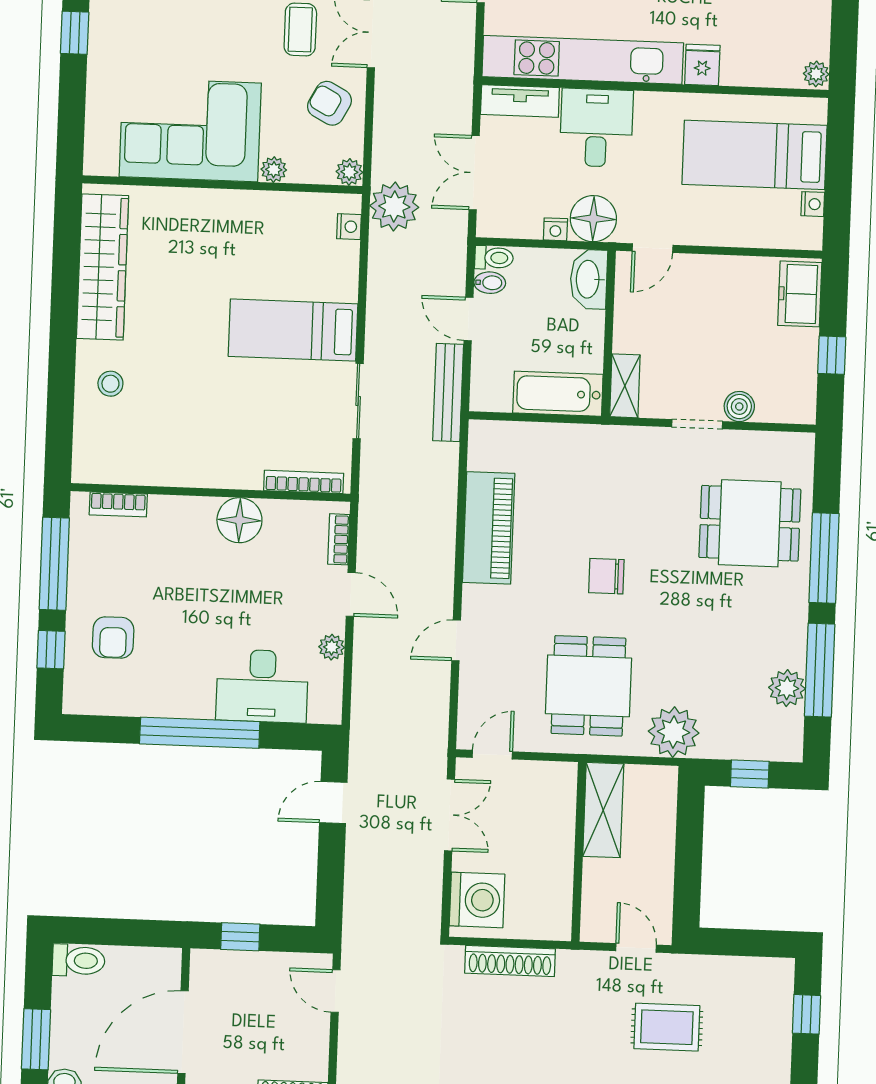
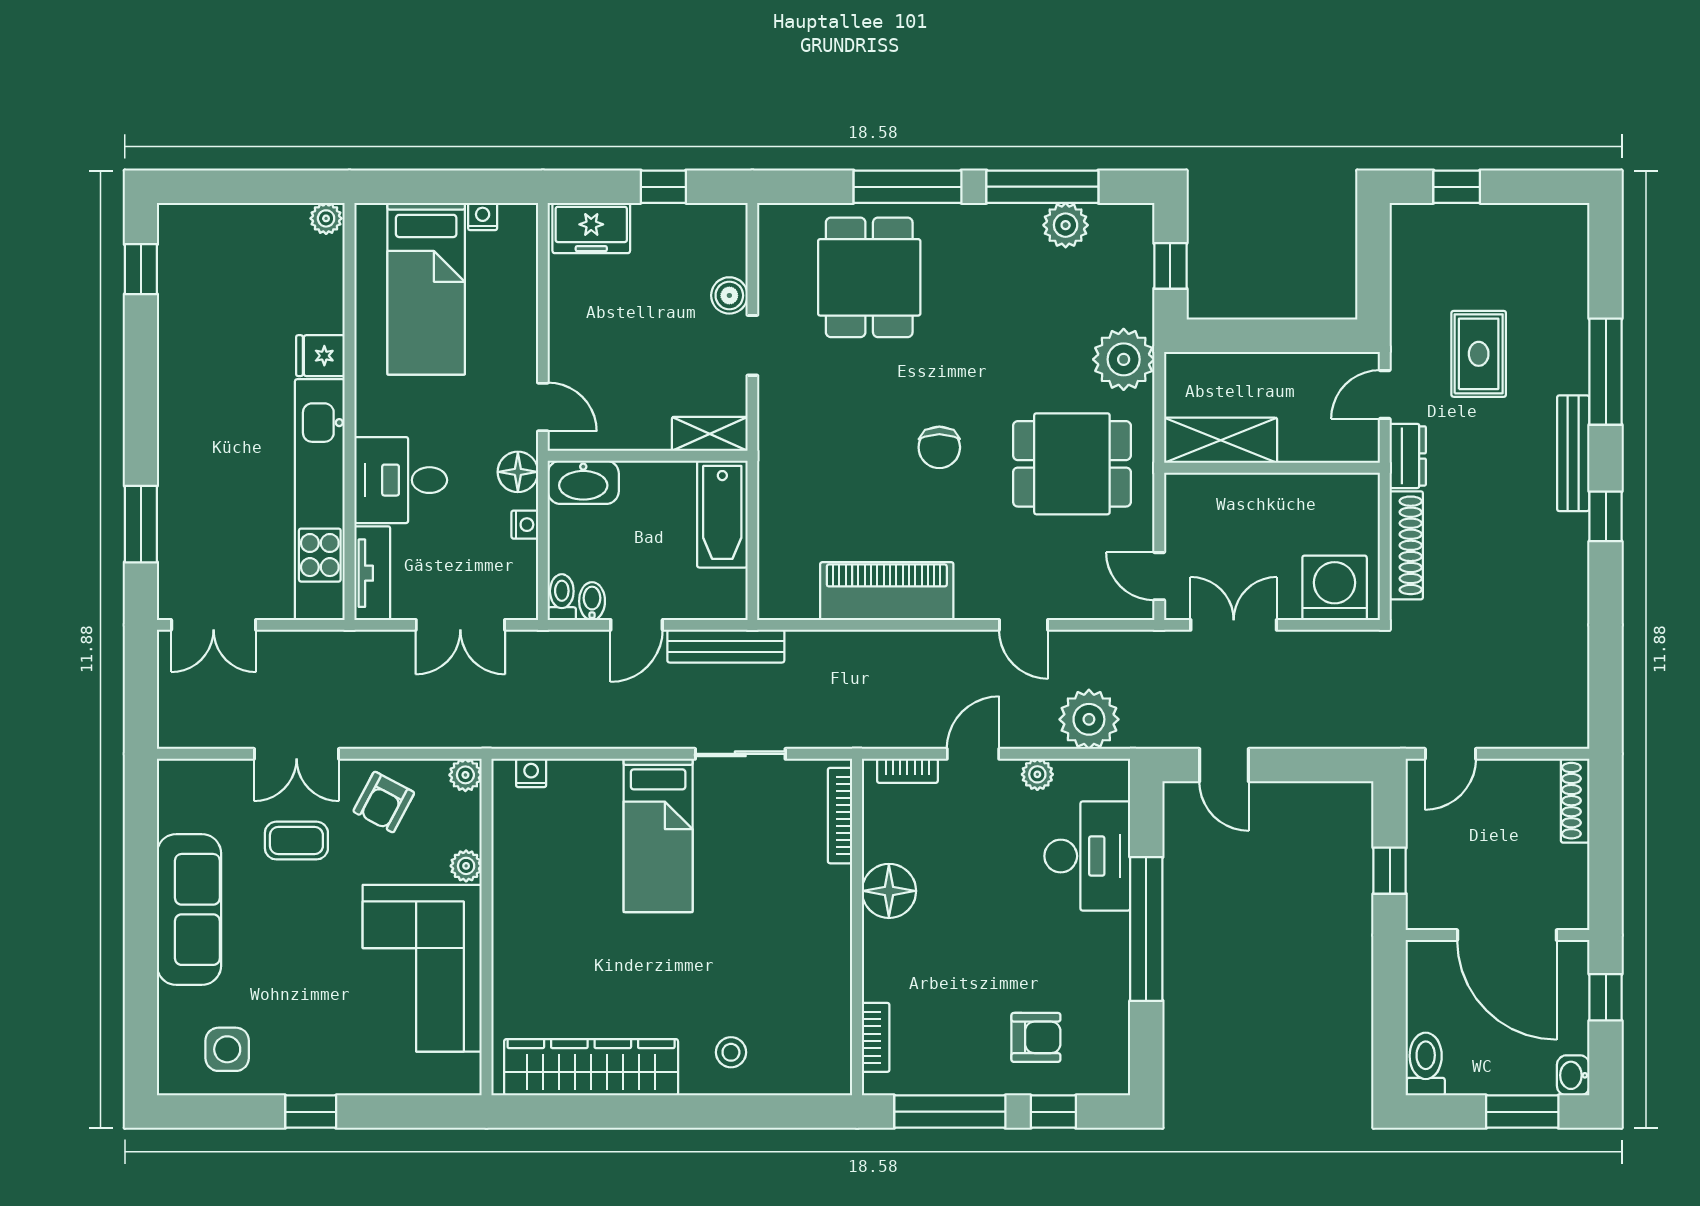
plant: (394, 206) -> (1089, 719), moved
floor lamp: (593, 219) -> (518, 472), width x0.73, depth x0.73
dresser: (584, 965) -> (1408, 456), added

